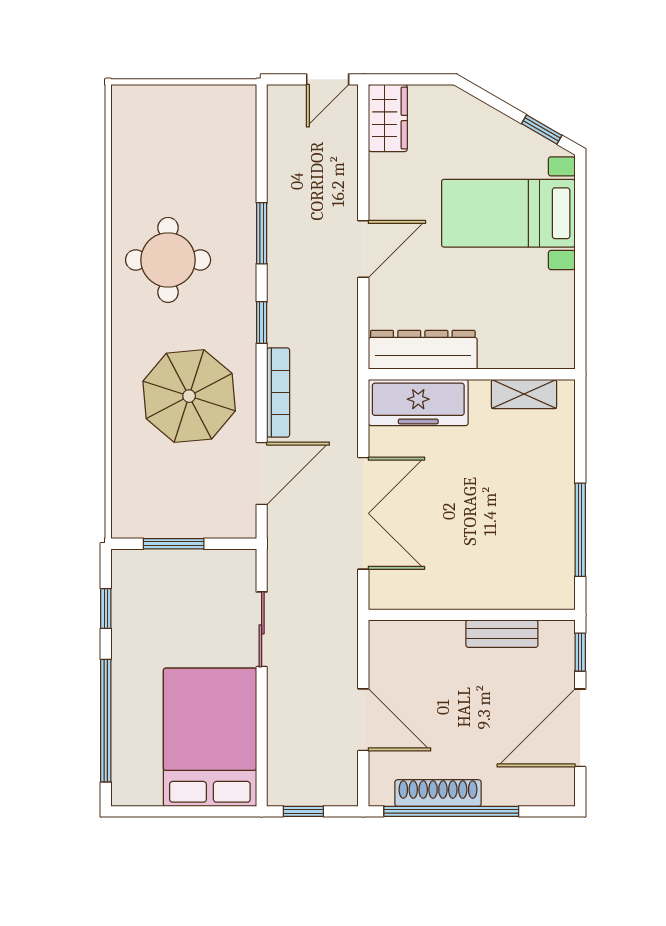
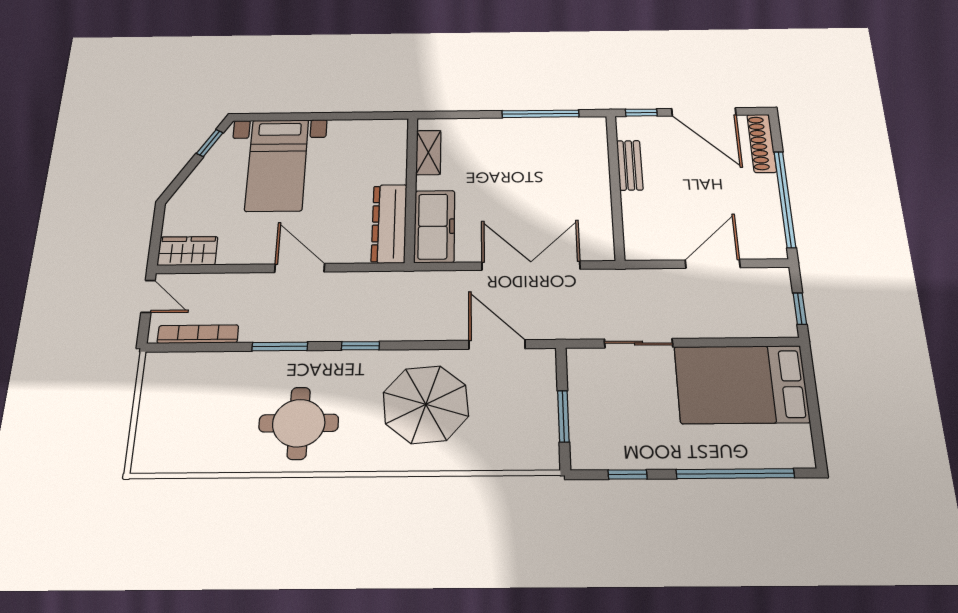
bookcase: (278, 393) -> (198, 334), moved
shoe rack: (438, 793) -> (762, 143), moved

